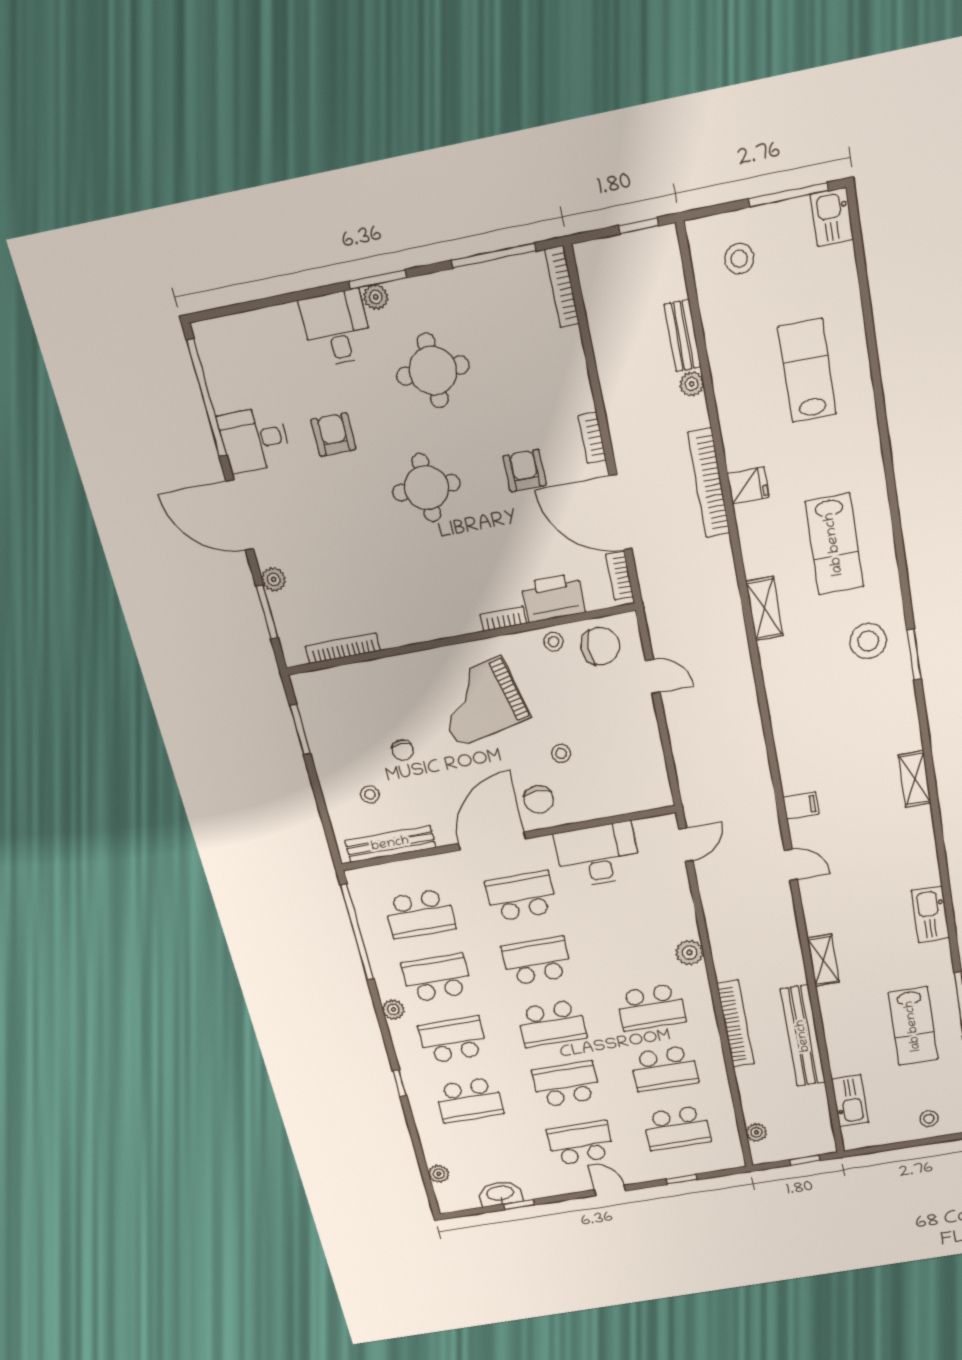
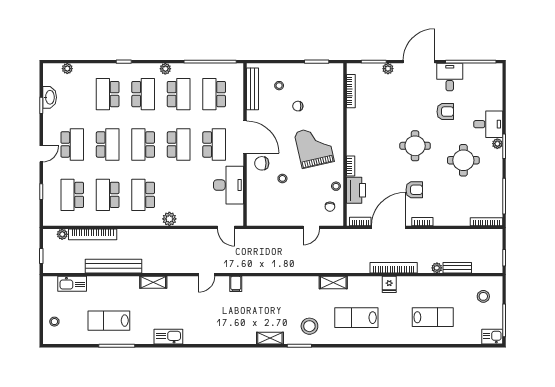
chair: (600, 646) -> (330, 207), width x0.54, depth x0.54
shelving: (915, 779) -> (270, 338), moved
bookcase: (736, 1024) -> (93, 234), moved

